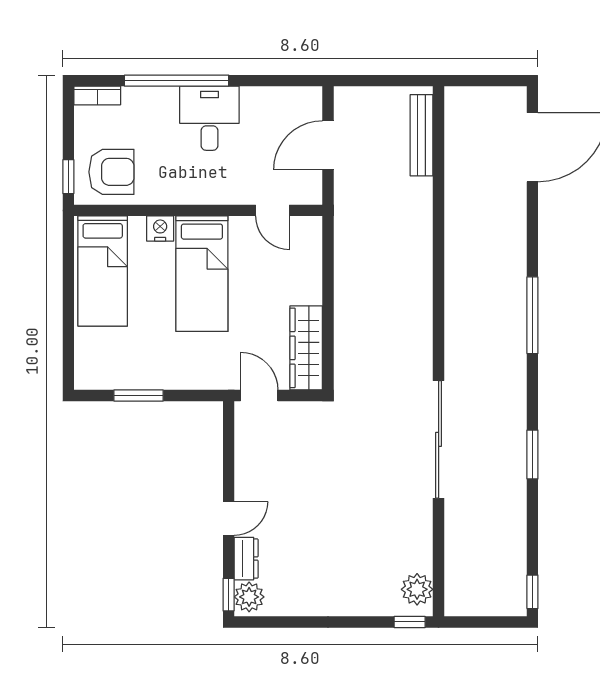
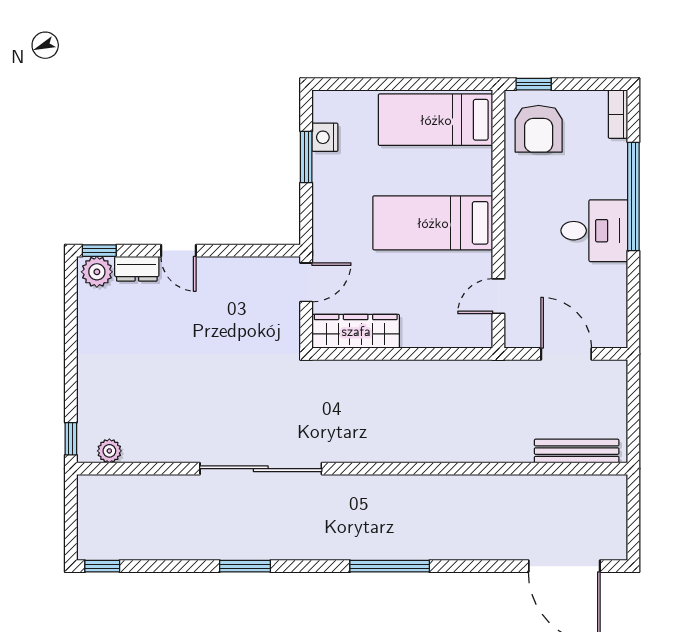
nightstand: (160, 228) -> (325, 137), moved, turned 180
plant: (417, 589) -> (109, 451), width x0.73, depth x0.73

